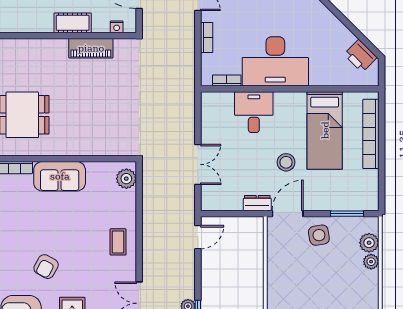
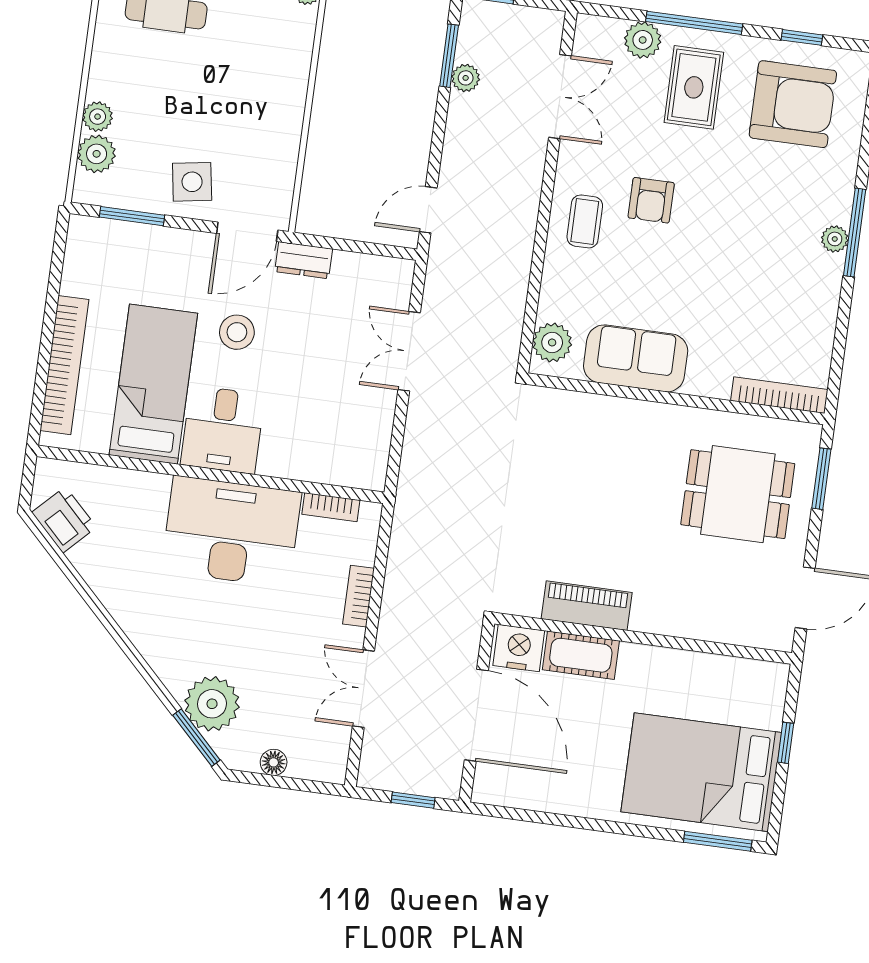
cot: (73, 23) -> (581, 655), moved
nightstand: (117, 27) -> (519, 648), width x1.89, depth x1.79
desk: (254, 112) -> (223, 430), moved
sofa: (60, 176) -> (636, 358), moved
armchair: (46, 267) -> (651, 200), moved, turned 151

